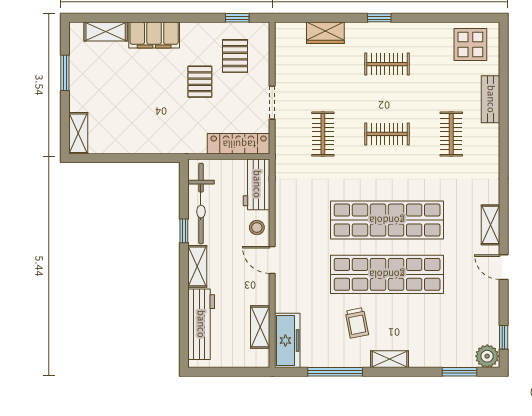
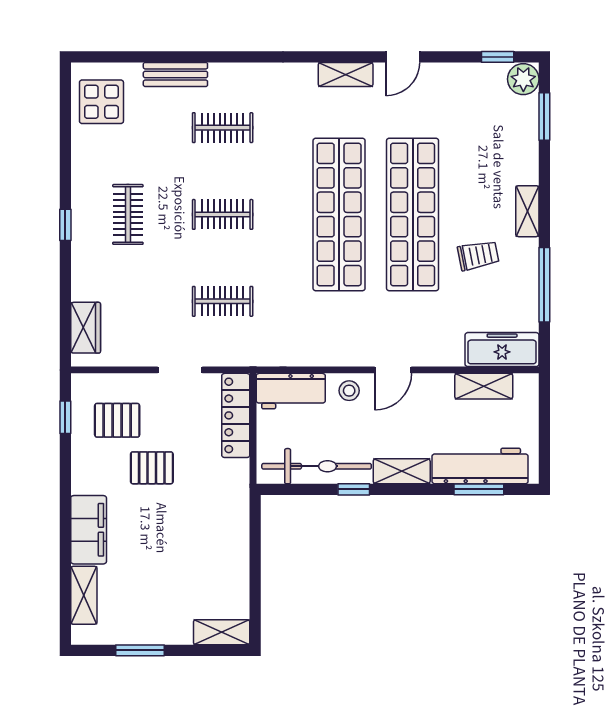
wardrobe: (325, 33) -> (86, 328), moved
clothes rail: (387, 134) -> (223, 214), turned 90
window: (184, 323) -> (479, 489), added

